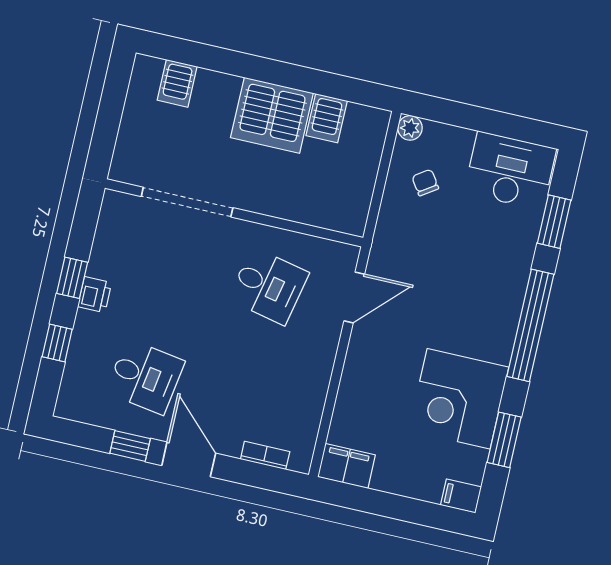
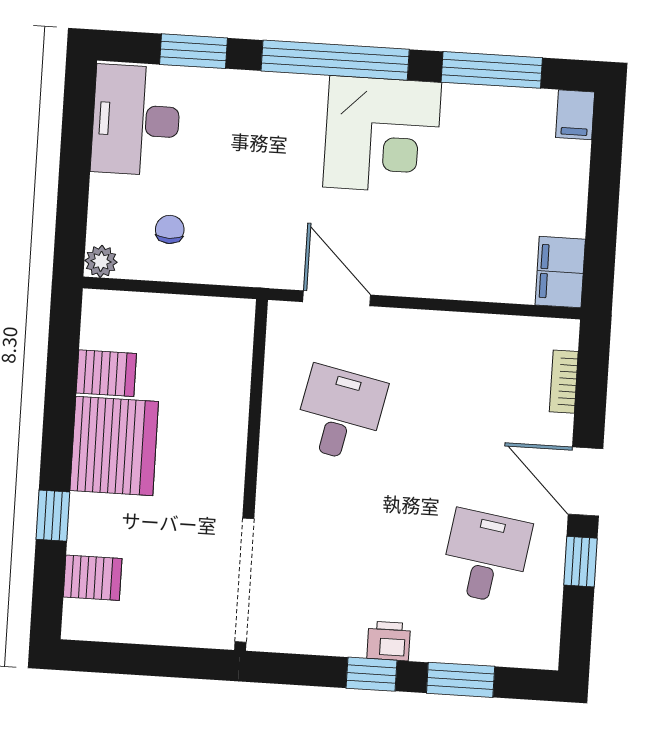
window: (228, 62) -> (53, 516), added
chair: (425, 183) -> (170, 229), turned 124
doorway: (187, 202) -> (244, 580), moved
window: (57, 343) -> (461, 680), width x1.50
corner desk: (459, 399) -> (382, 135), moved
window: (504, 440) -> (492, 70), width x1.44
door: (189, 459) -> (586, 481), hinge flipped

